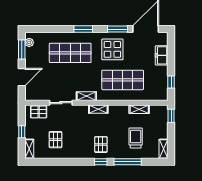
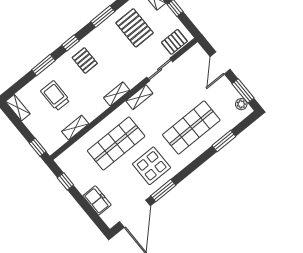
window: (83, 29) -> (224, 141), moved
trolley: (136, 138) -> (55, 96), turned 180
pallet: (56, 140) -> (135, 28), width x1.50, depth x1.42
window: (69, 162) -> (103, 17), added
window: (128, 162) -> (43, 65), width x0.69

